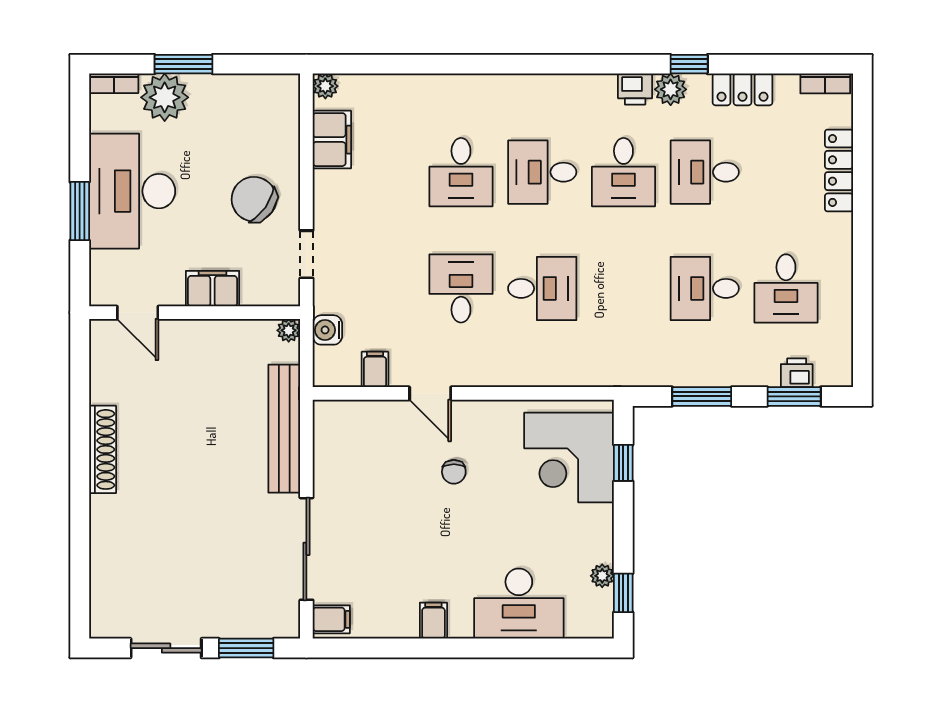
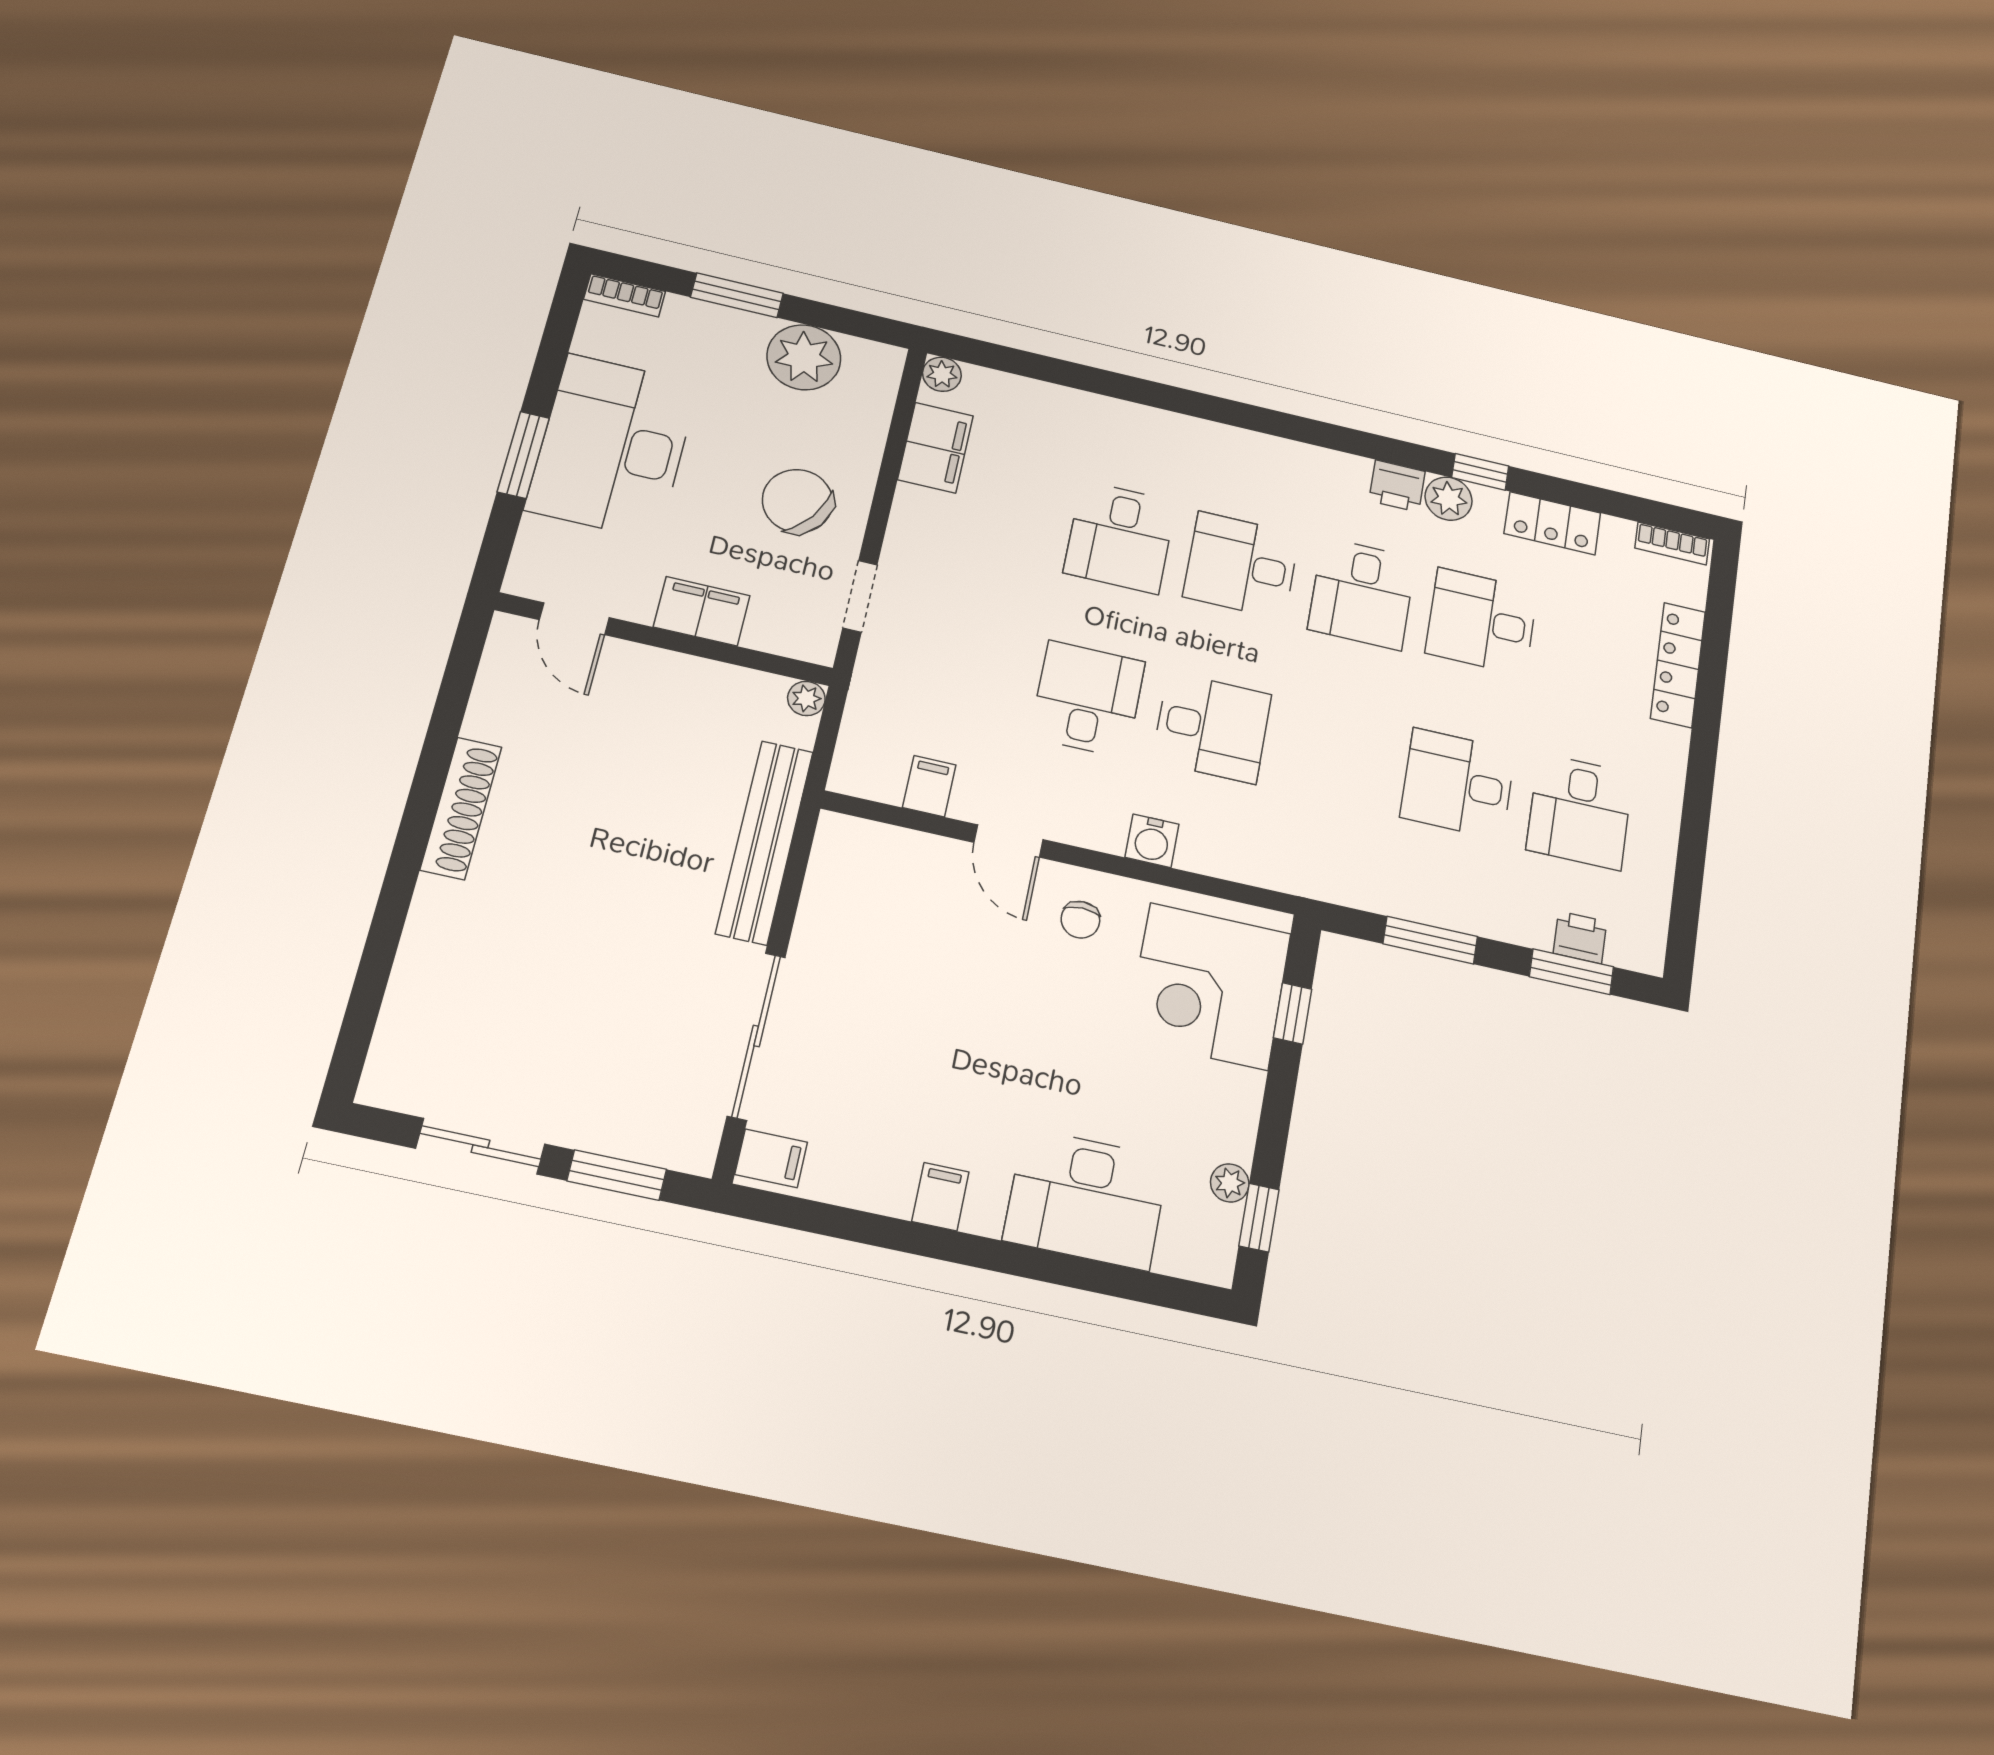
plant: (165, 97) -> (804, 357), moved
water cooler: (327, 330) -> (1152, 841), moved, turned -90
chair: (454, 472) -> (1080, 920), moved

